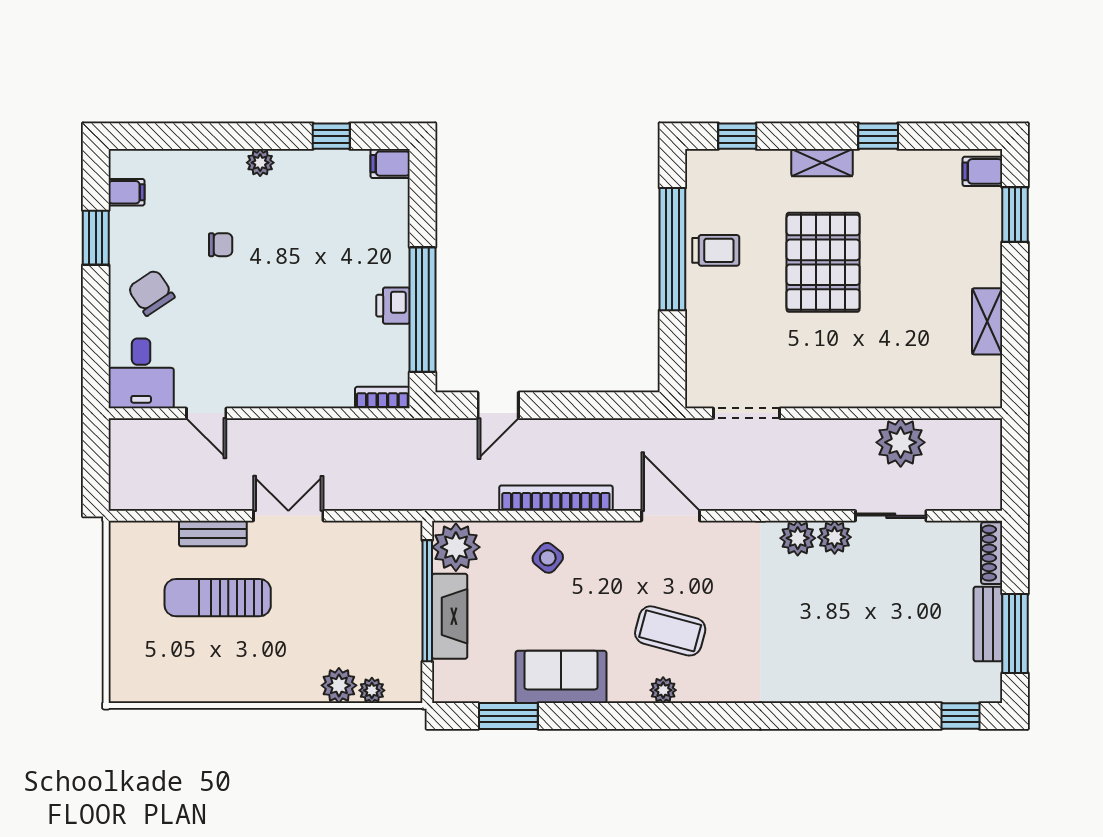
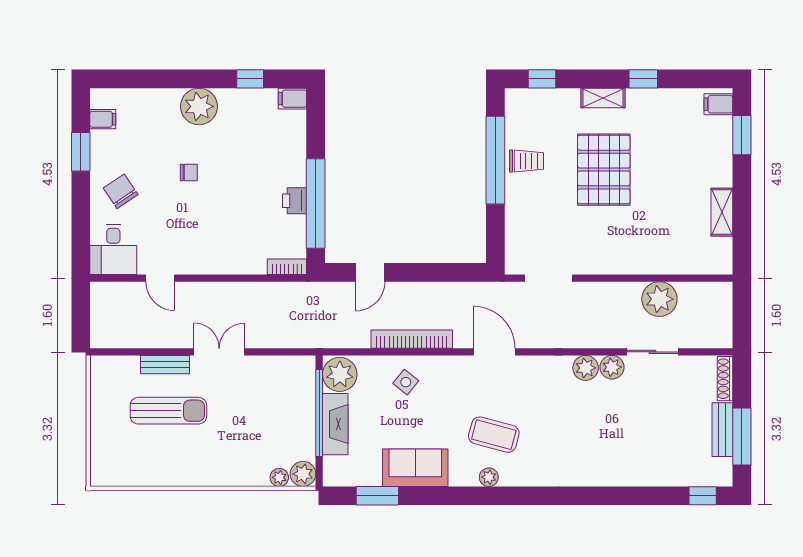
plant: (260, 163) -> (199, 106), width x1.87, depth x1.87
chair: (221, 245) -> (189, 172), moved
sun lounger: (218, 598) -> (168, 411), turned 180
plant: (339, 685) -> (303, 474), moved

